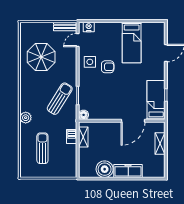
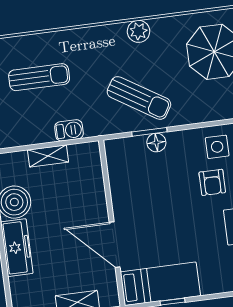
floor lamp: (84, 115) -> (156, 143), moved
plant: (26, 118) -> (138, 31), moved
shelving: (83, 137) -> (48, 156), moved

